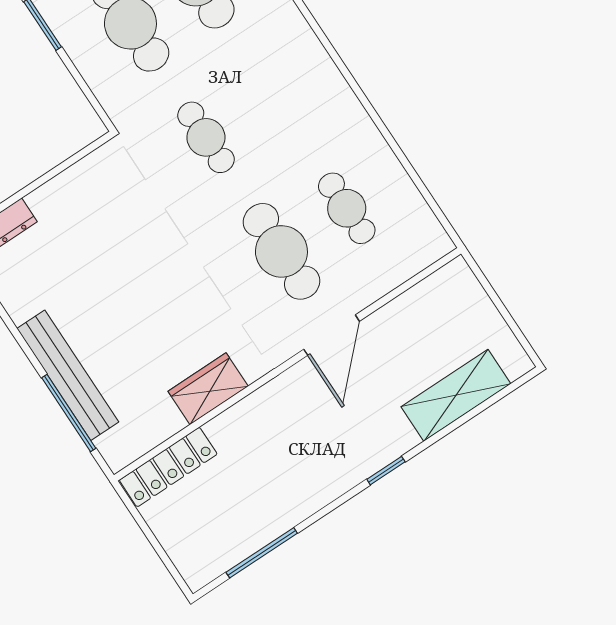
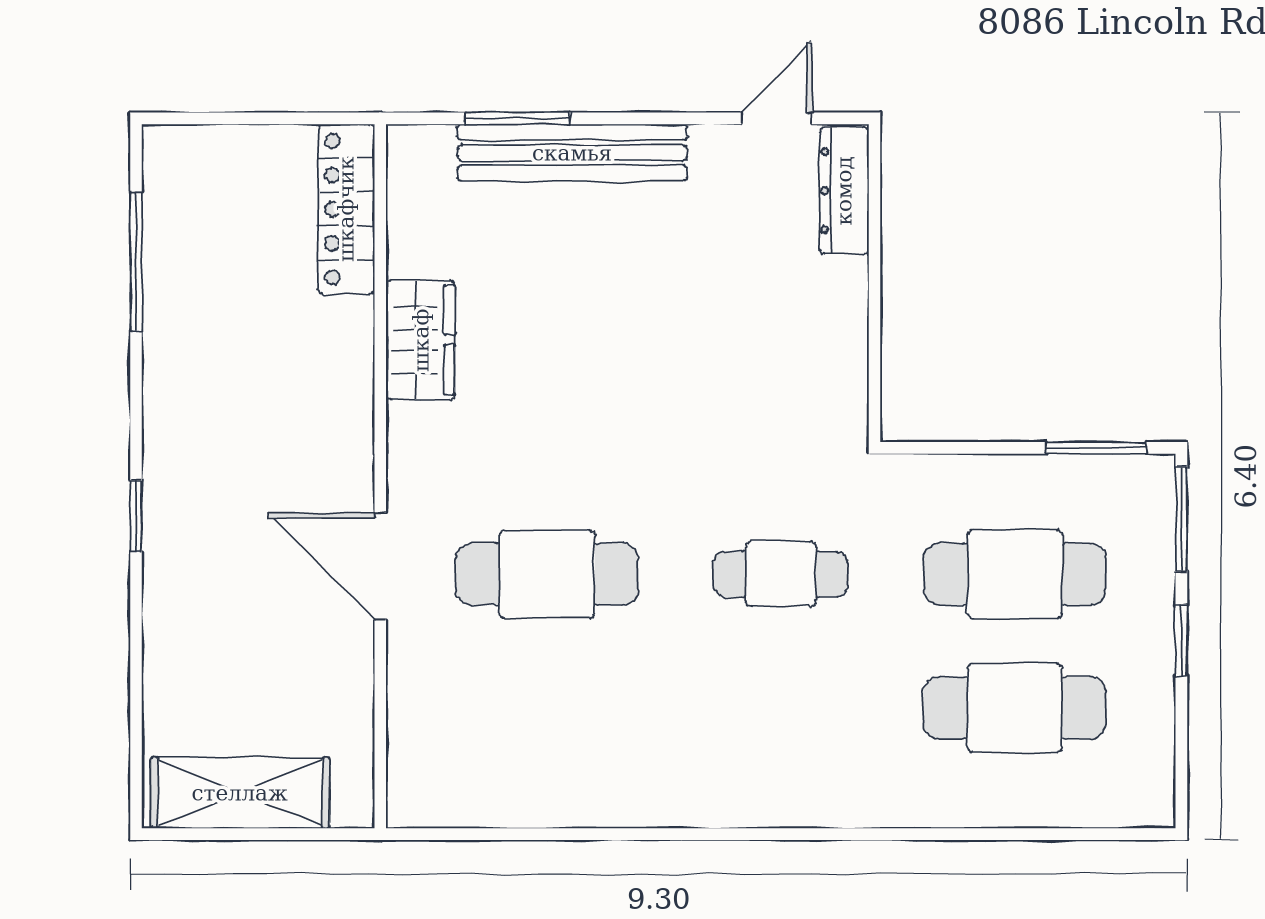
cafe table: (347, 208) -> (547, 708), removed
shelving: (456, 395) -> (240, 793), moved, turned 90
window: (69, 413) -> (517, 118), width x0.69

